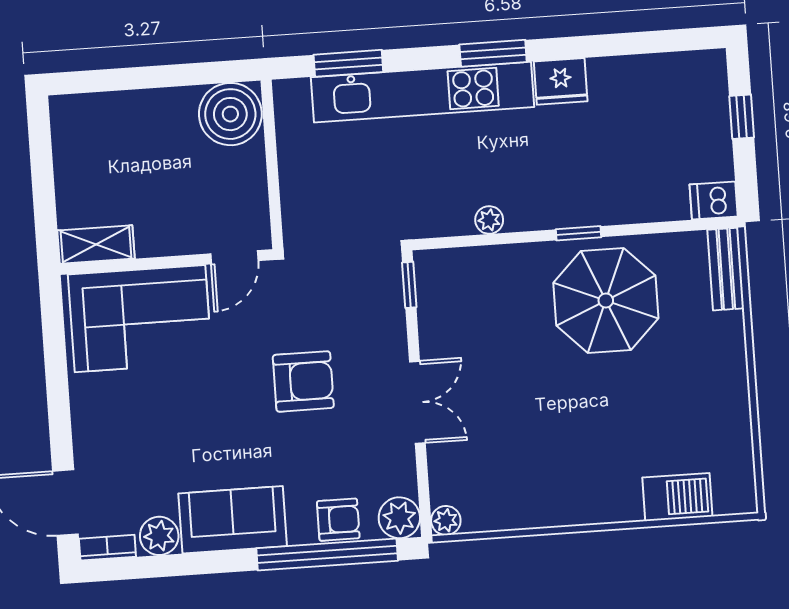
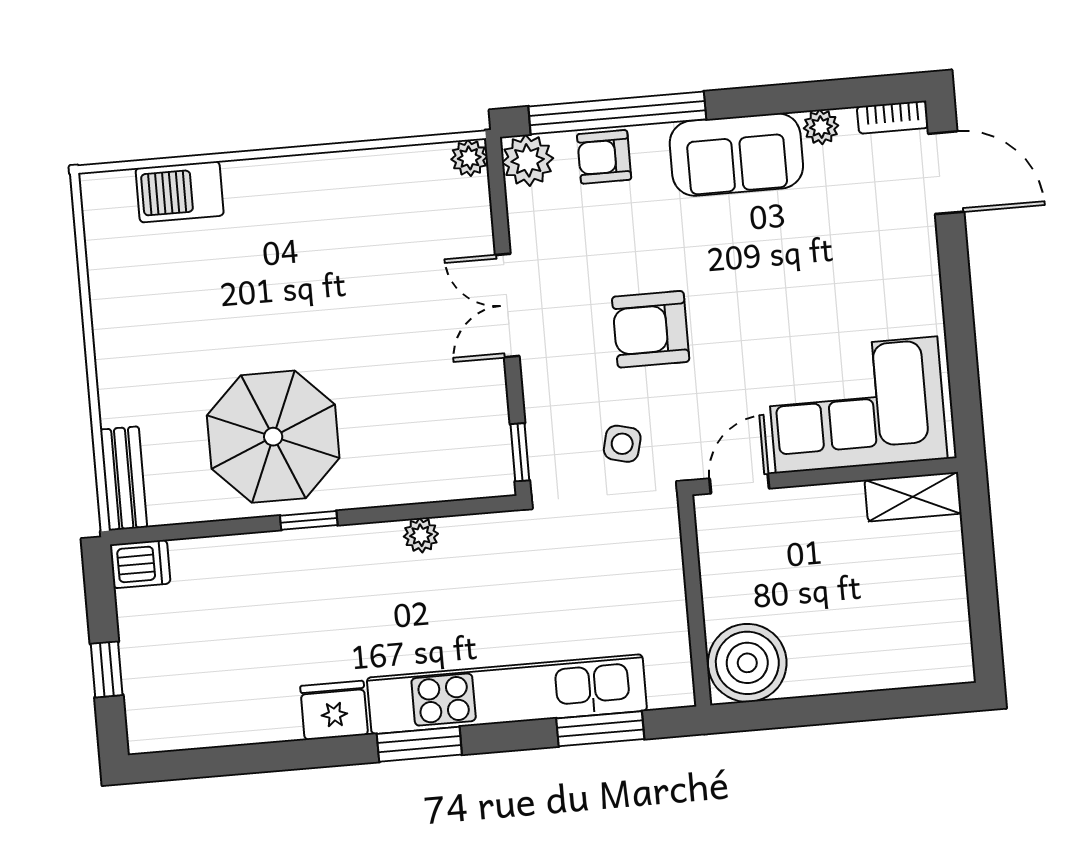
side table: (327, 290) -> (622, 444), added
plant: (159, 536) -> (821, 127), width x0.73, depth x0.73

